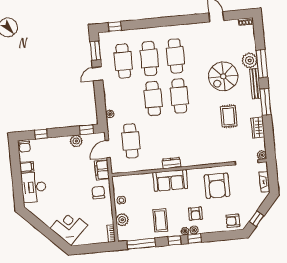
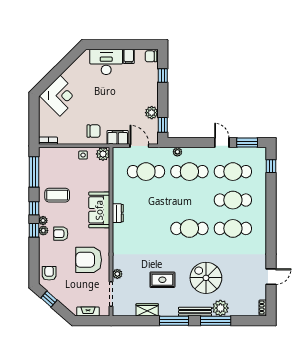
cafe table: (153, 98) -> (189, 172), moved
plant: (262, 155) -> (117, 274), moved
plant: (122, 220) -> (103, 154), moved

